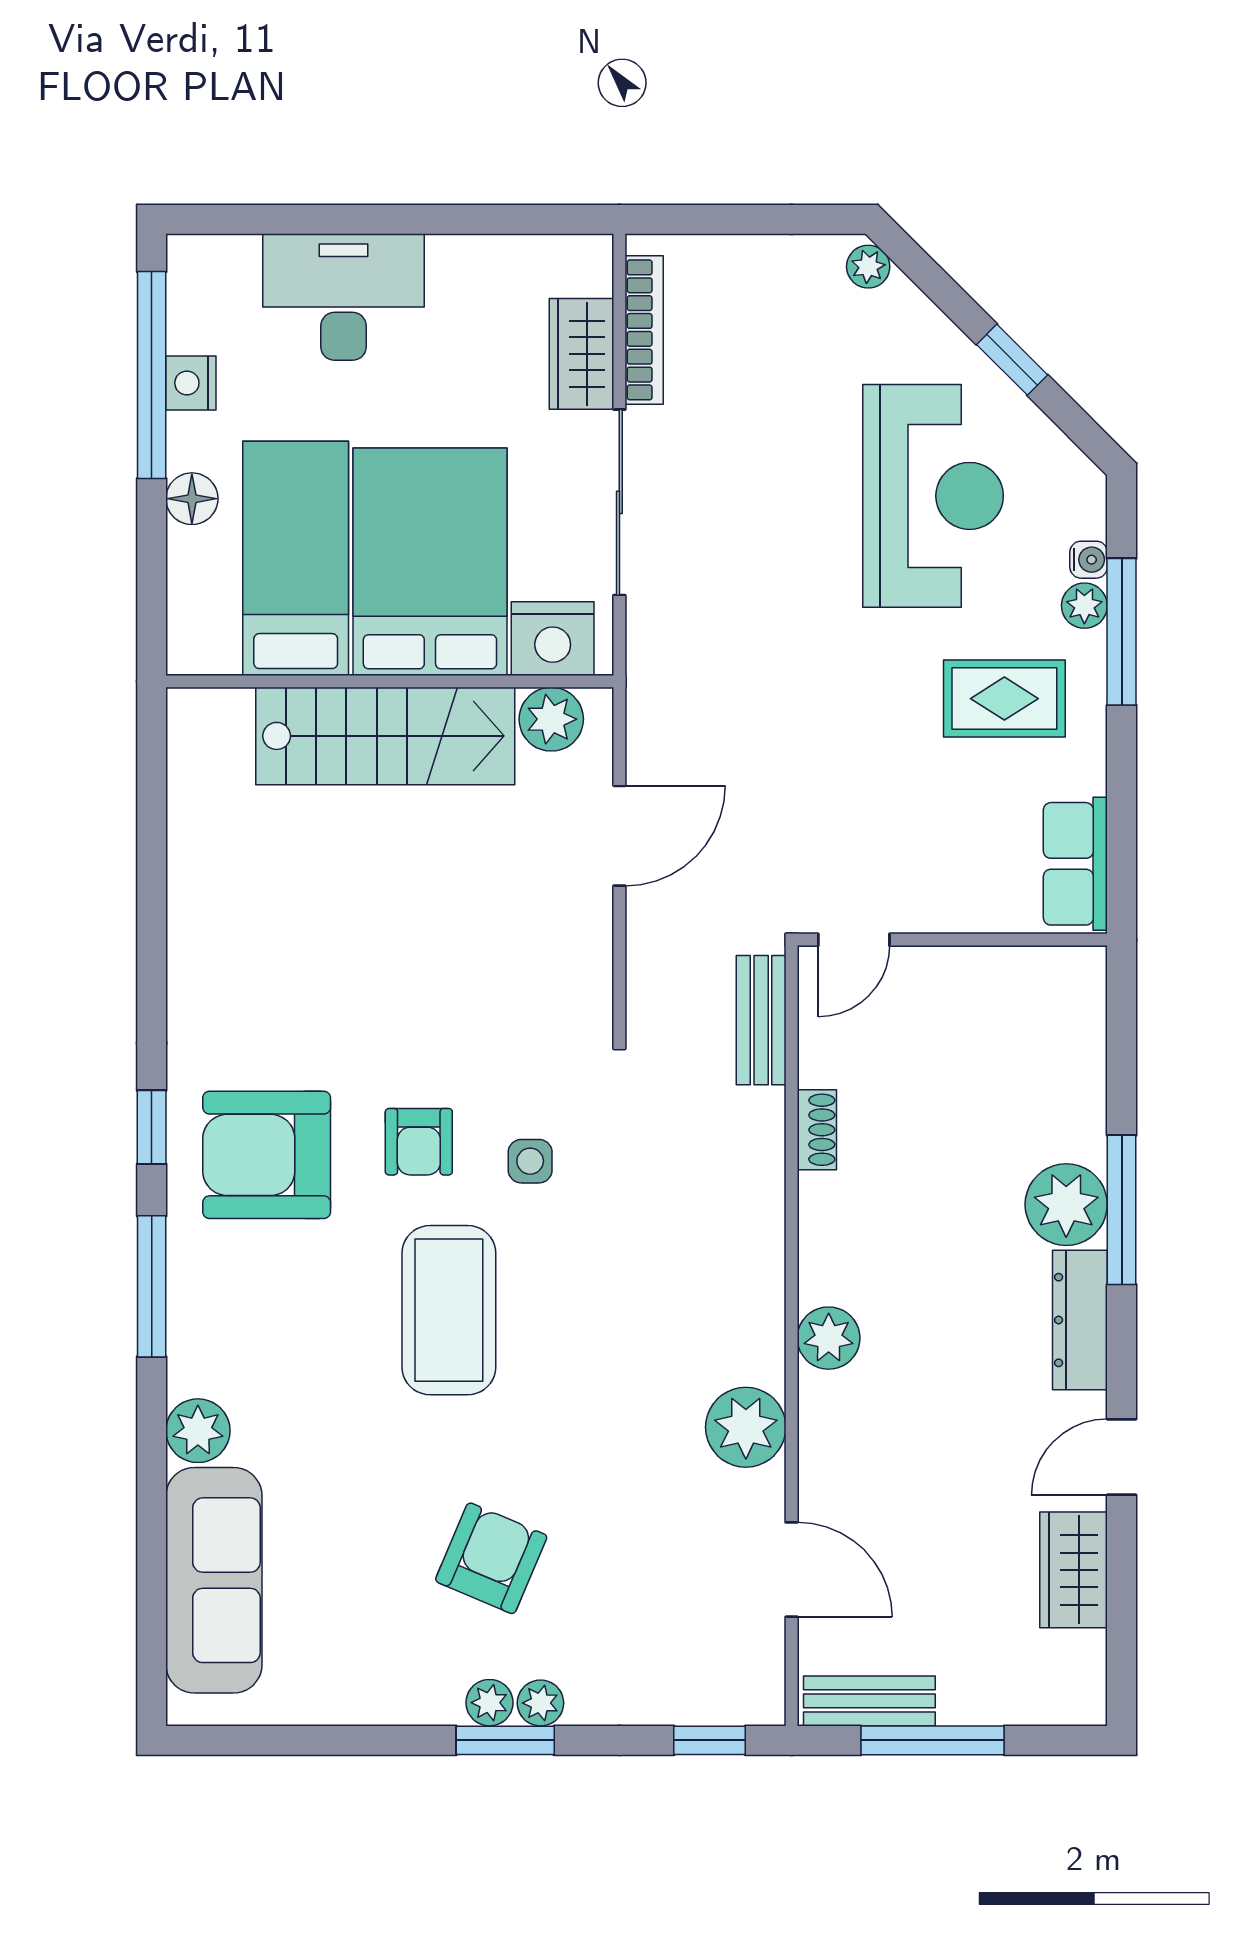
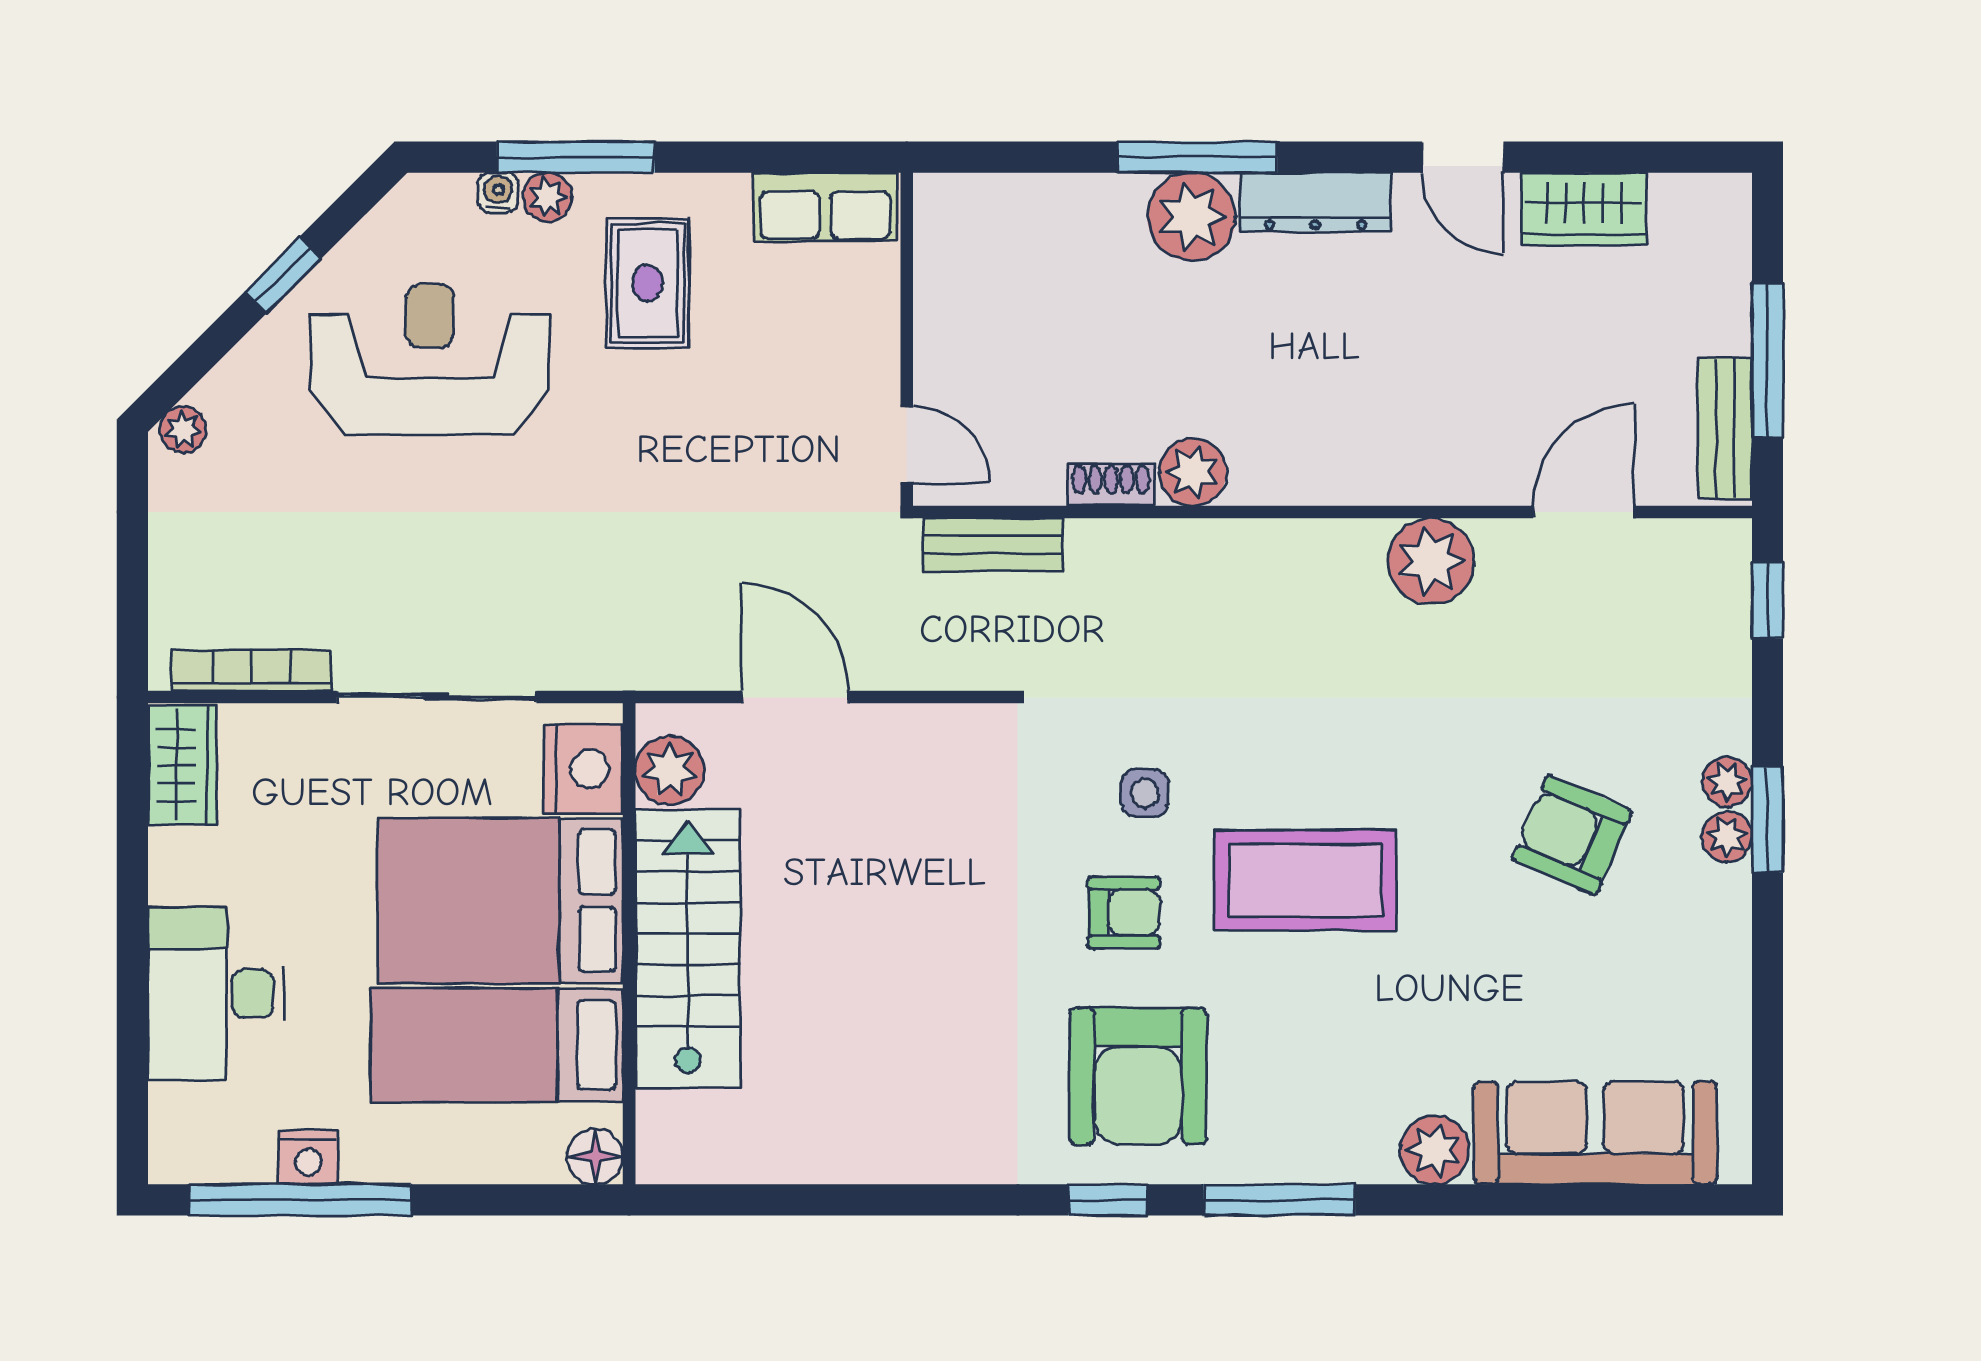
wardrobe: (581, 354) -> (182, 765), moved, turned -90
floor lamp: (192, 499) -> (595, 1157), moved
plant: (829, 1338) -> (1193, 472), moved

